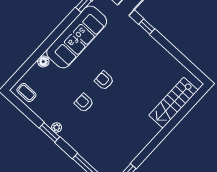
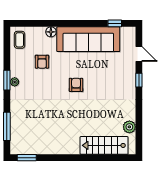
plant: (177, 69) -> (129, 127), added
armchair: (84, 103) -> (42, 62), moved, turned 180

